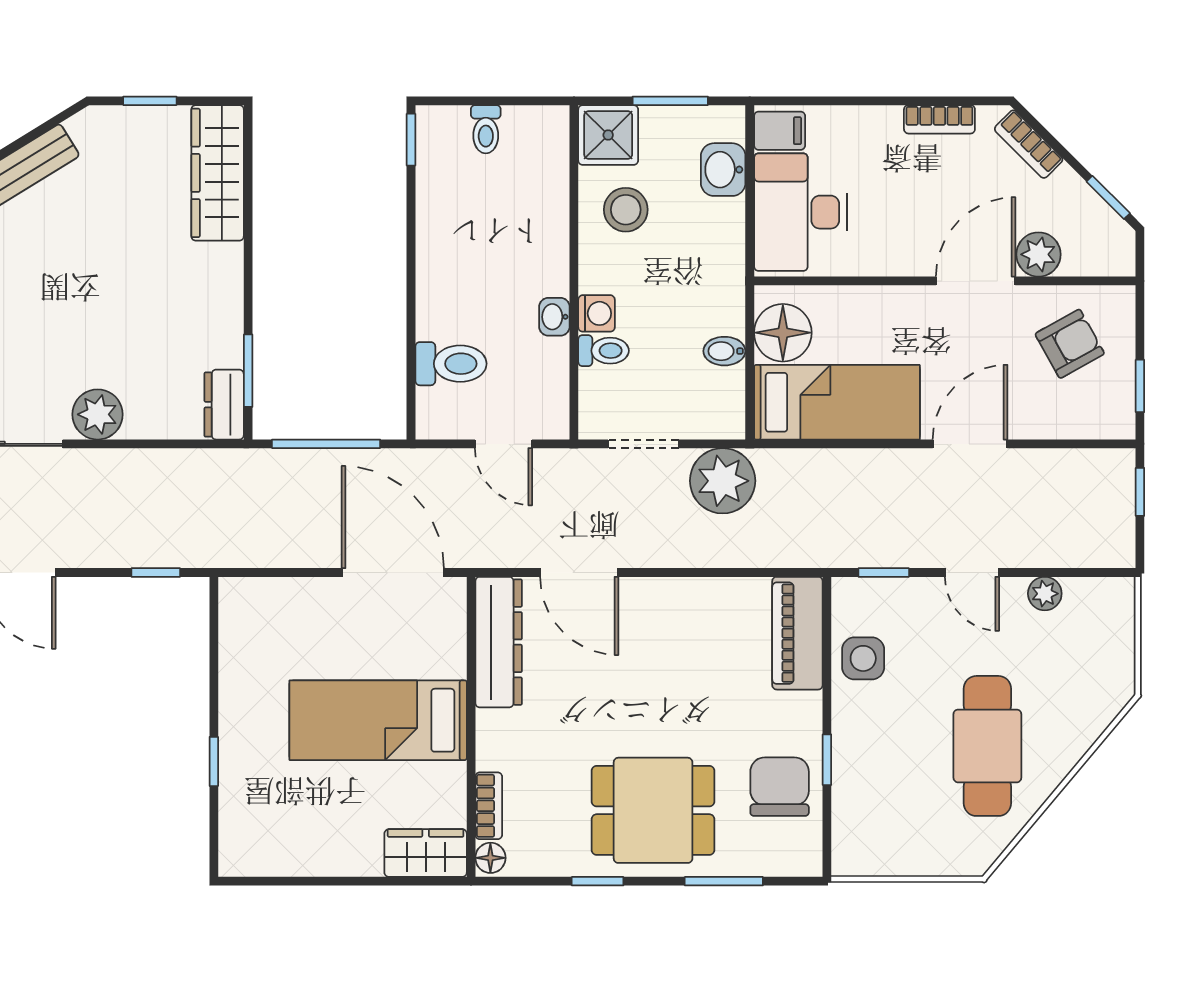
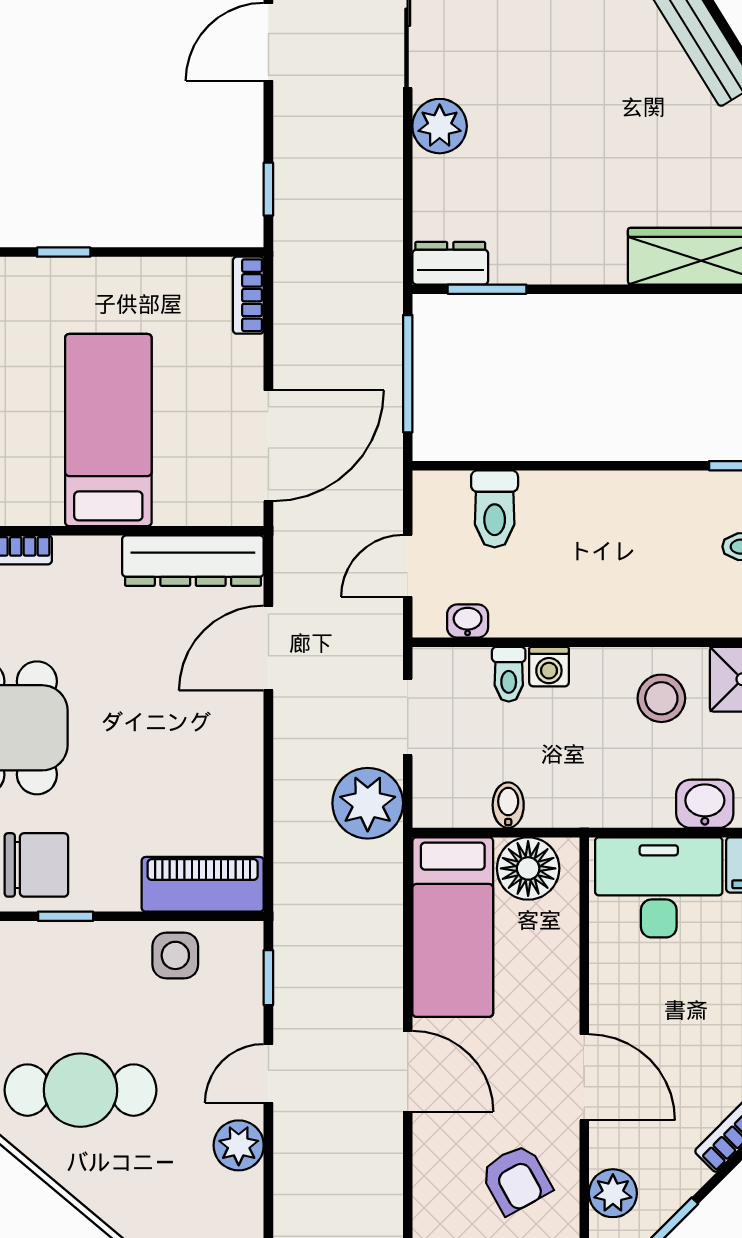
plant: (1039, 254) -> (613, 1193), moved
washbasin: (554, 317) -> (468, 621), moved
bookcase: (254, 591) -> (248, 295), added
plant: (1045, 594) -> (239, 1145), width x1.38, depth x1.38

